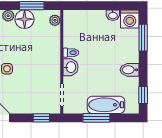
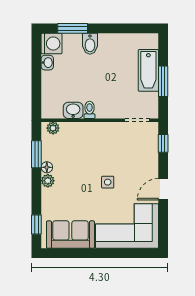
floor lamp: (25, 19) -> (47, 167), width x0.53, depth x0.53
washbasin: (71, 67) -> (73, 110), moved
bidet: (130, 70) -> (90, 44), moved
window: (143, 95) -> (137, 28), removed

